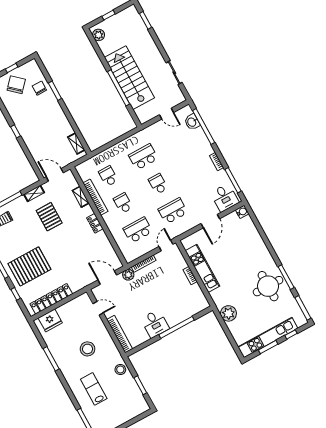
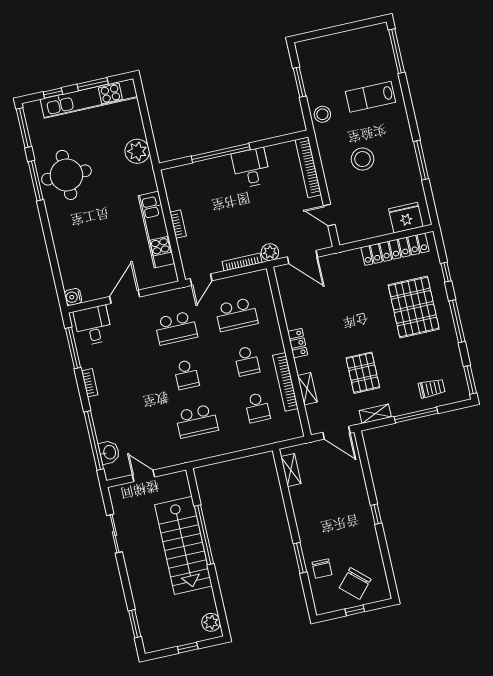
pallet: (29, 266) -> (414, 307), turned 90
lab bench: (94, 389) -> (371, 97), turned 90

